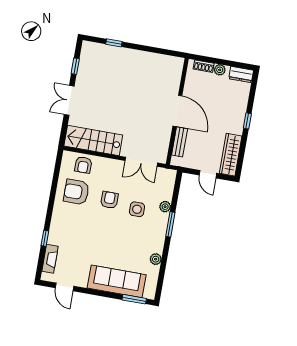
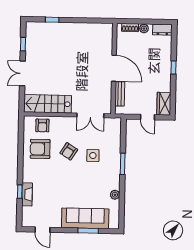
wardrobe: (231, 155) -> (164, 104), width x0.67
armchair: (109, 200) -> (69, 151), turned -147
plant: (165, 207) -> (116, 150), removed
fireplace: (50, 259) -> (27, 194), moved
window: (134, 299) -> (88, 231), moved

